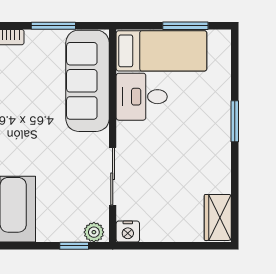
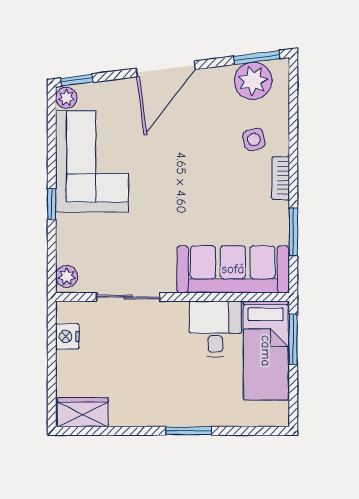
window: (185, 26) -> (293, 339), moved
nightstand: (128, 232) -> (67, 336), moved
window: (74, 246) -> (52, 204), moved

